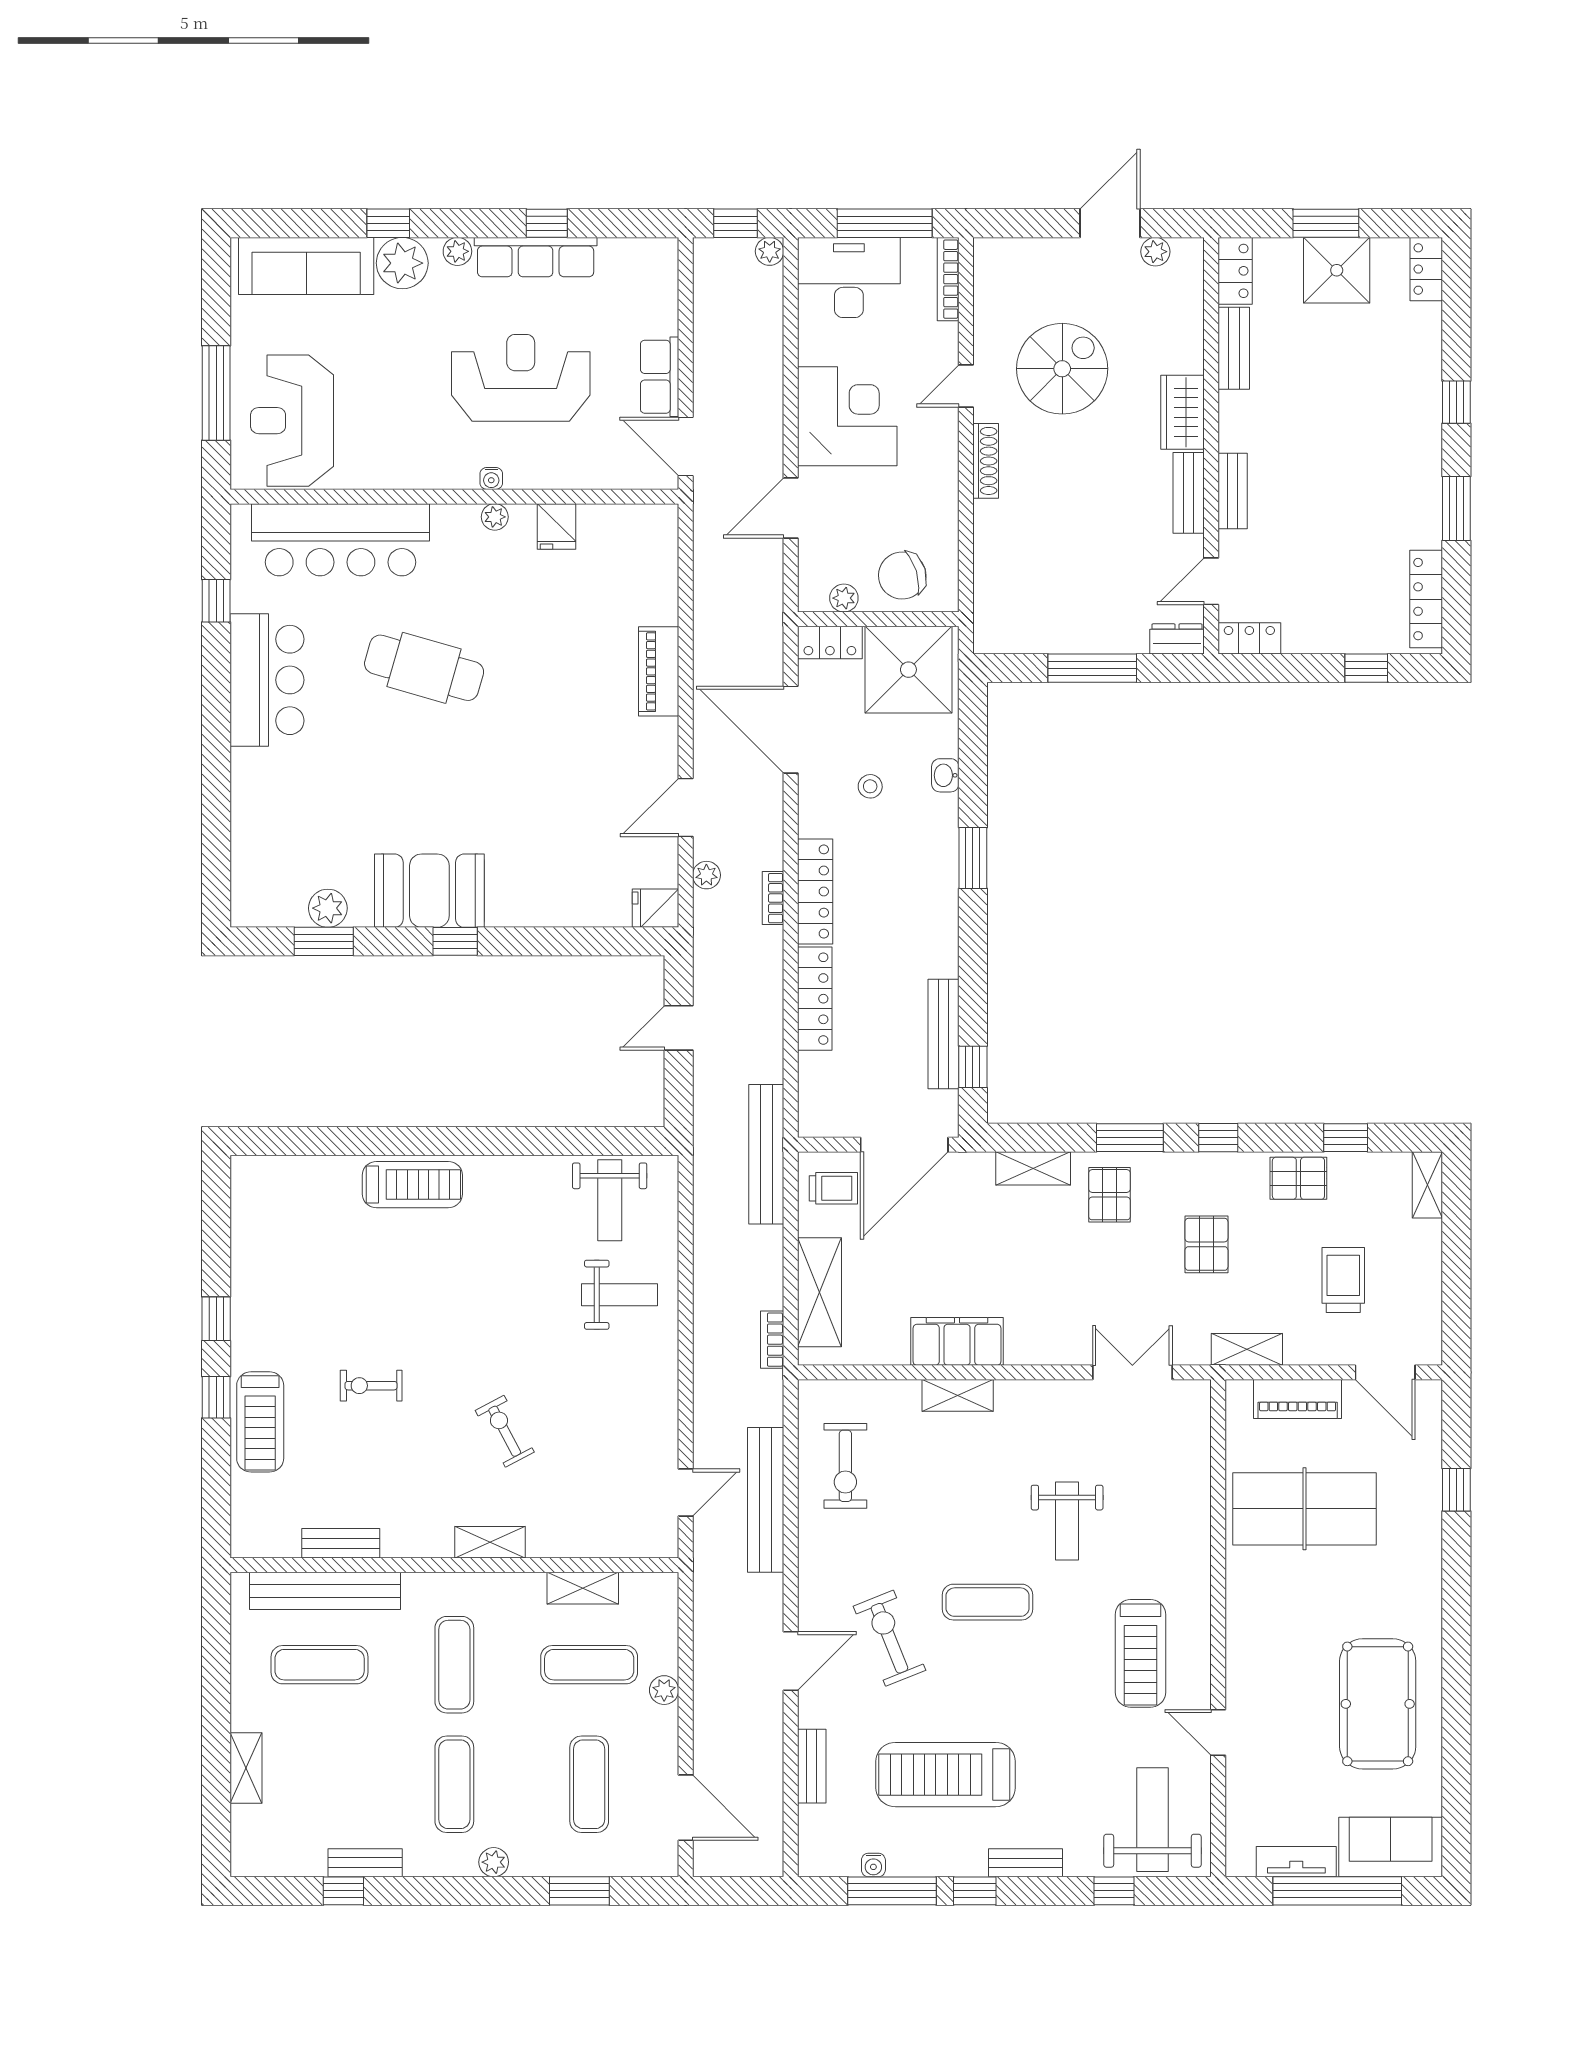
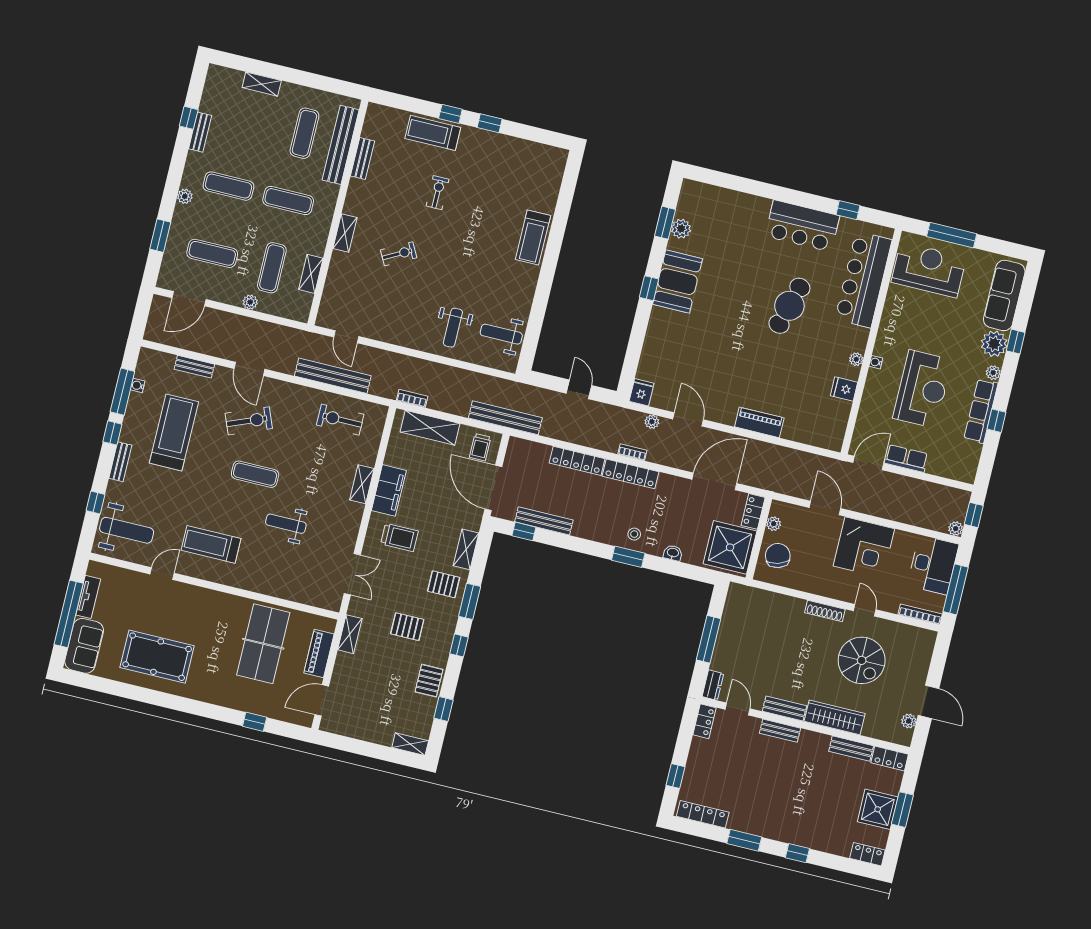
wardrobe: (1183, 412) -> (835, 717), width x1.50
stool: (870, 786) -> (634, 534), moved
trolley: (1343, 1280) -> (399, 537), moved
exercise mat: (988, 1602) -> (255, 474), turned 90

